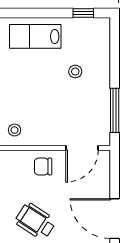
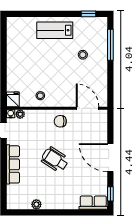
window: (115, 110) -> (110, 45), moved
door: (82, 148) -> (88, 108), swing flipped

